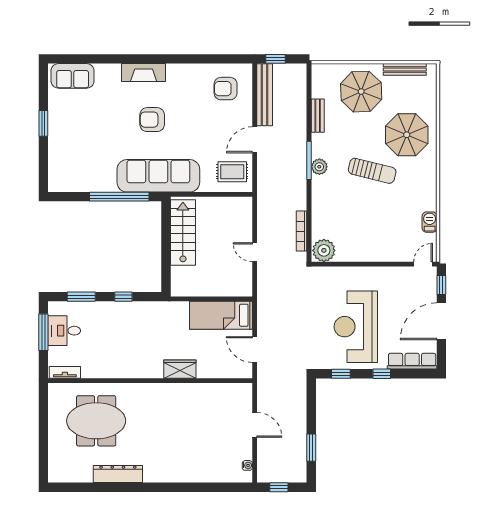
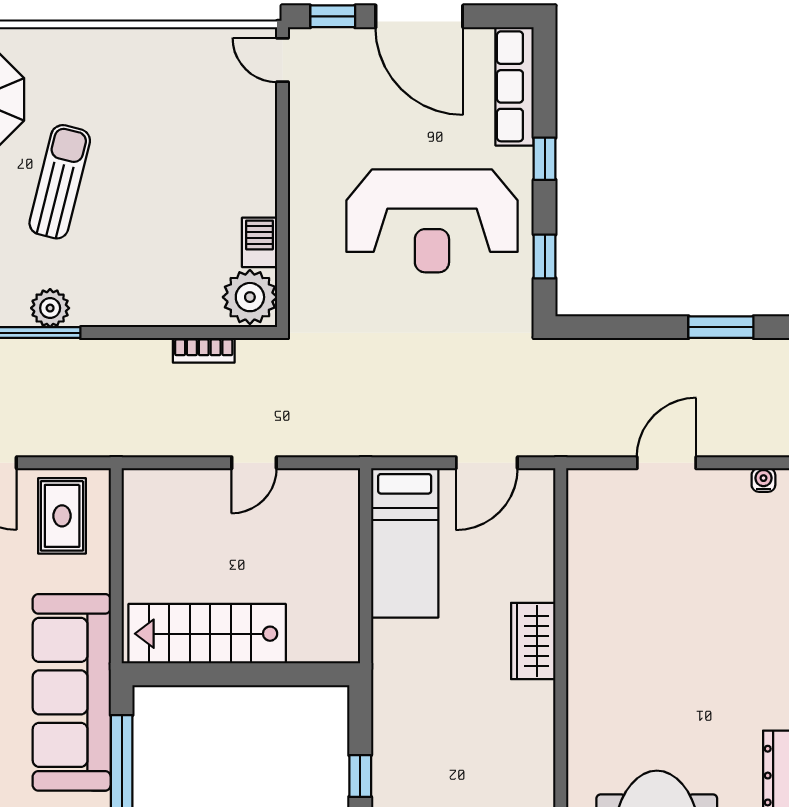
barbecue: (430, 222) -> (260, 242), moved, turned 90
bookcase: (302, 231) -> (204, 350), width x0.64

